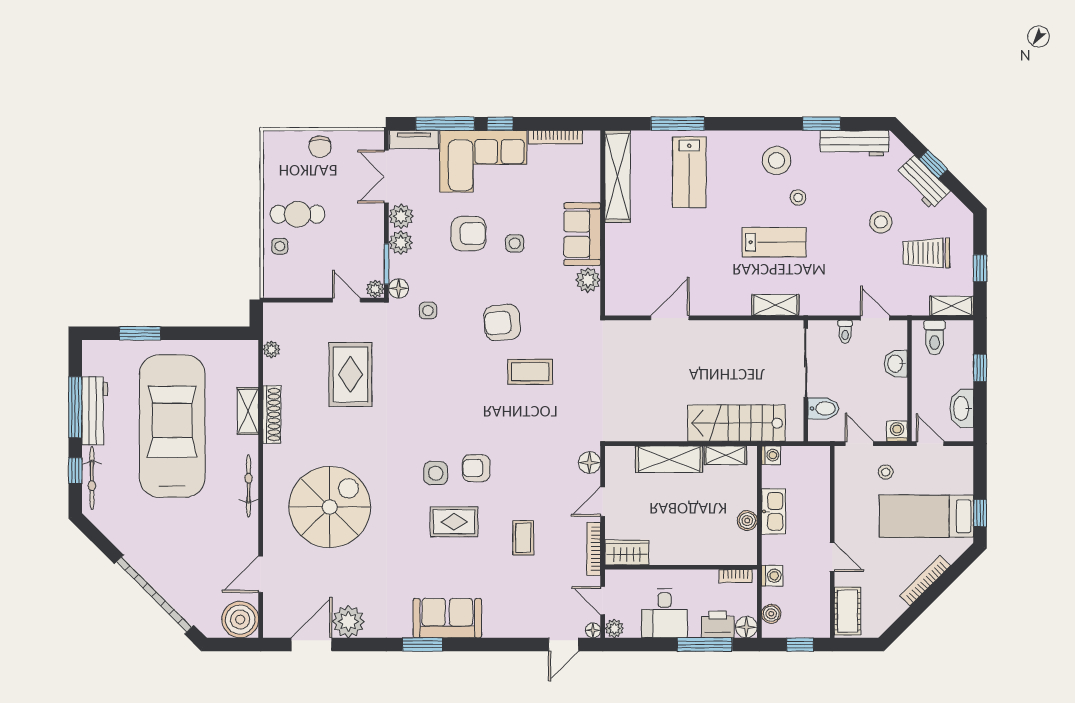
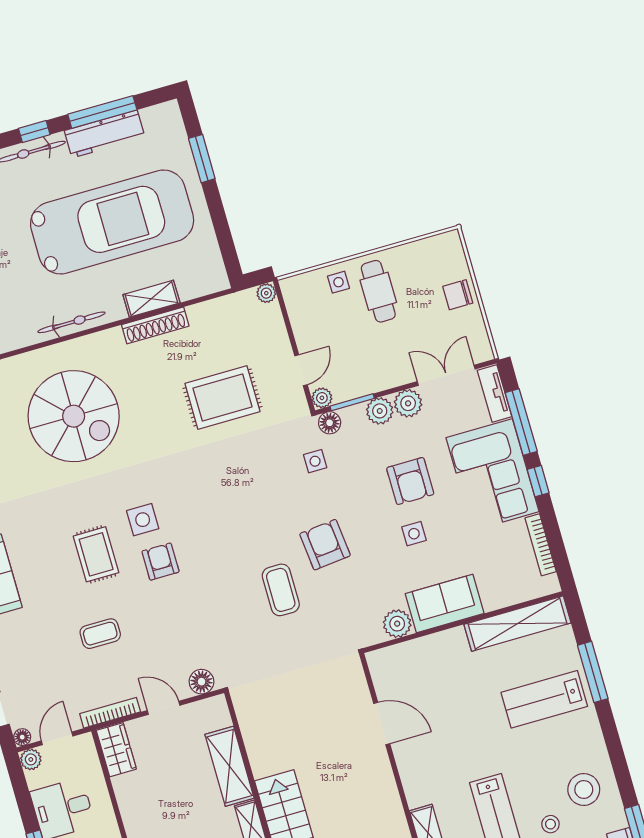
plant: (271, 349) -> (266, 293), moved

